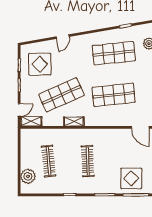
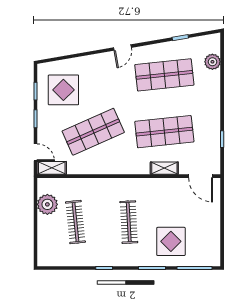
door: (63, 37) -> (122, 48), moved
door: (19, 110) -> (35, 152), hinge flipped
shelving: (74, 122) -> (164, 168), moved
plant: (28, 176) -> (47, 204), moved
display table: (131, 178) -> (171, 241), moved

